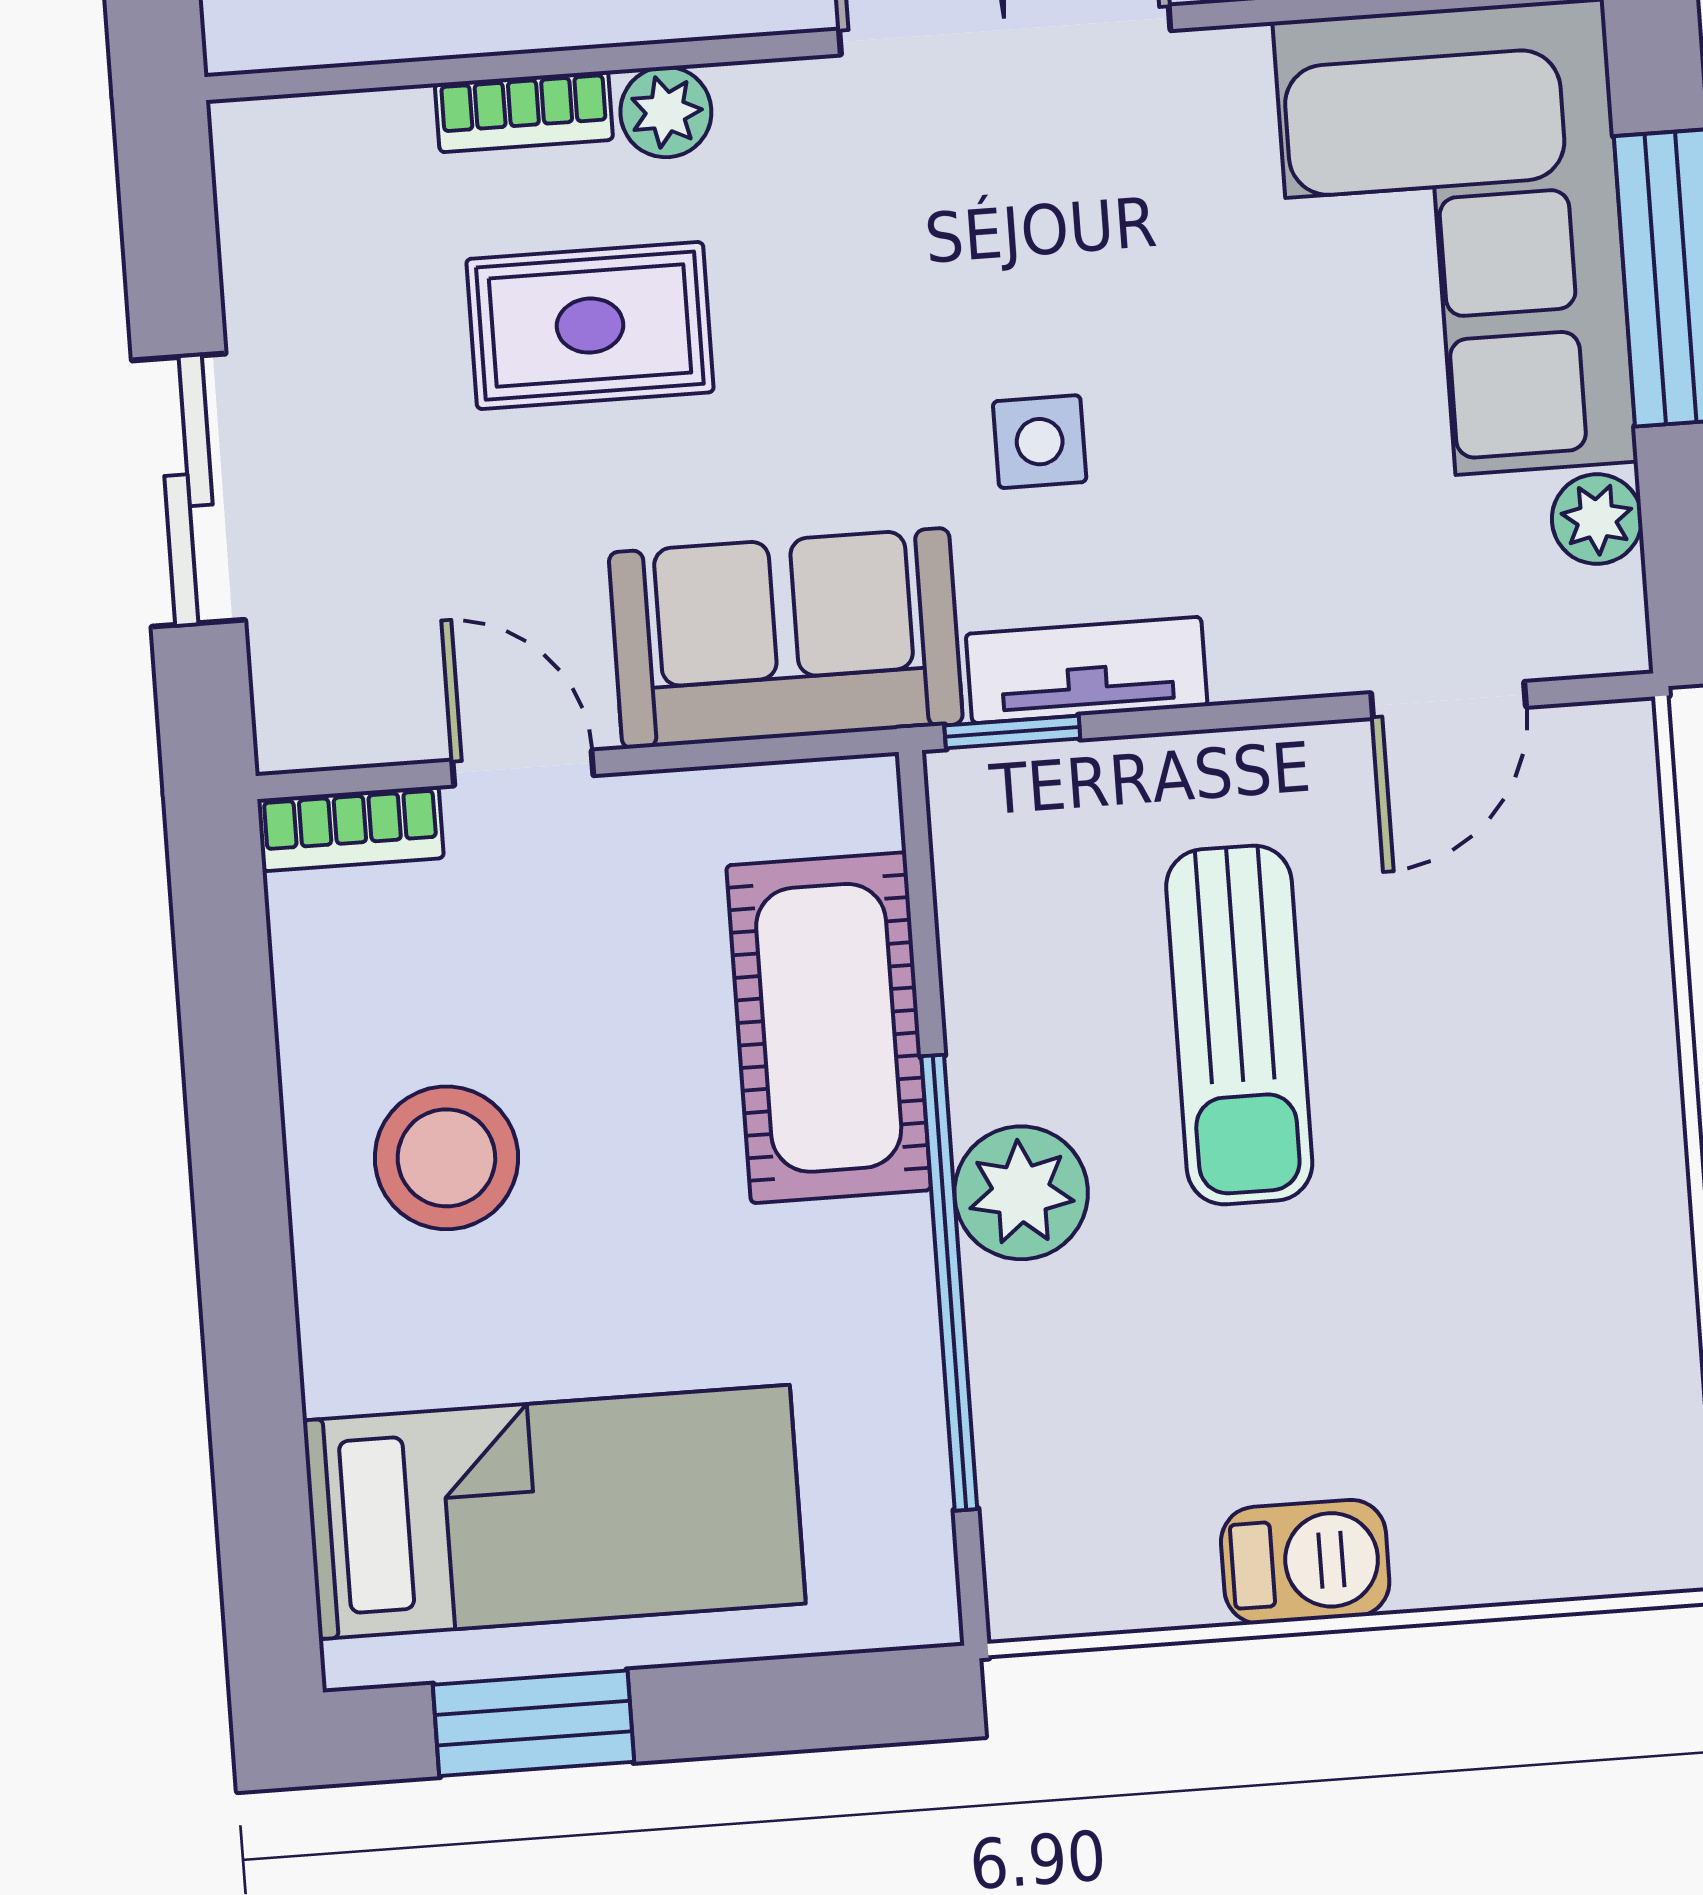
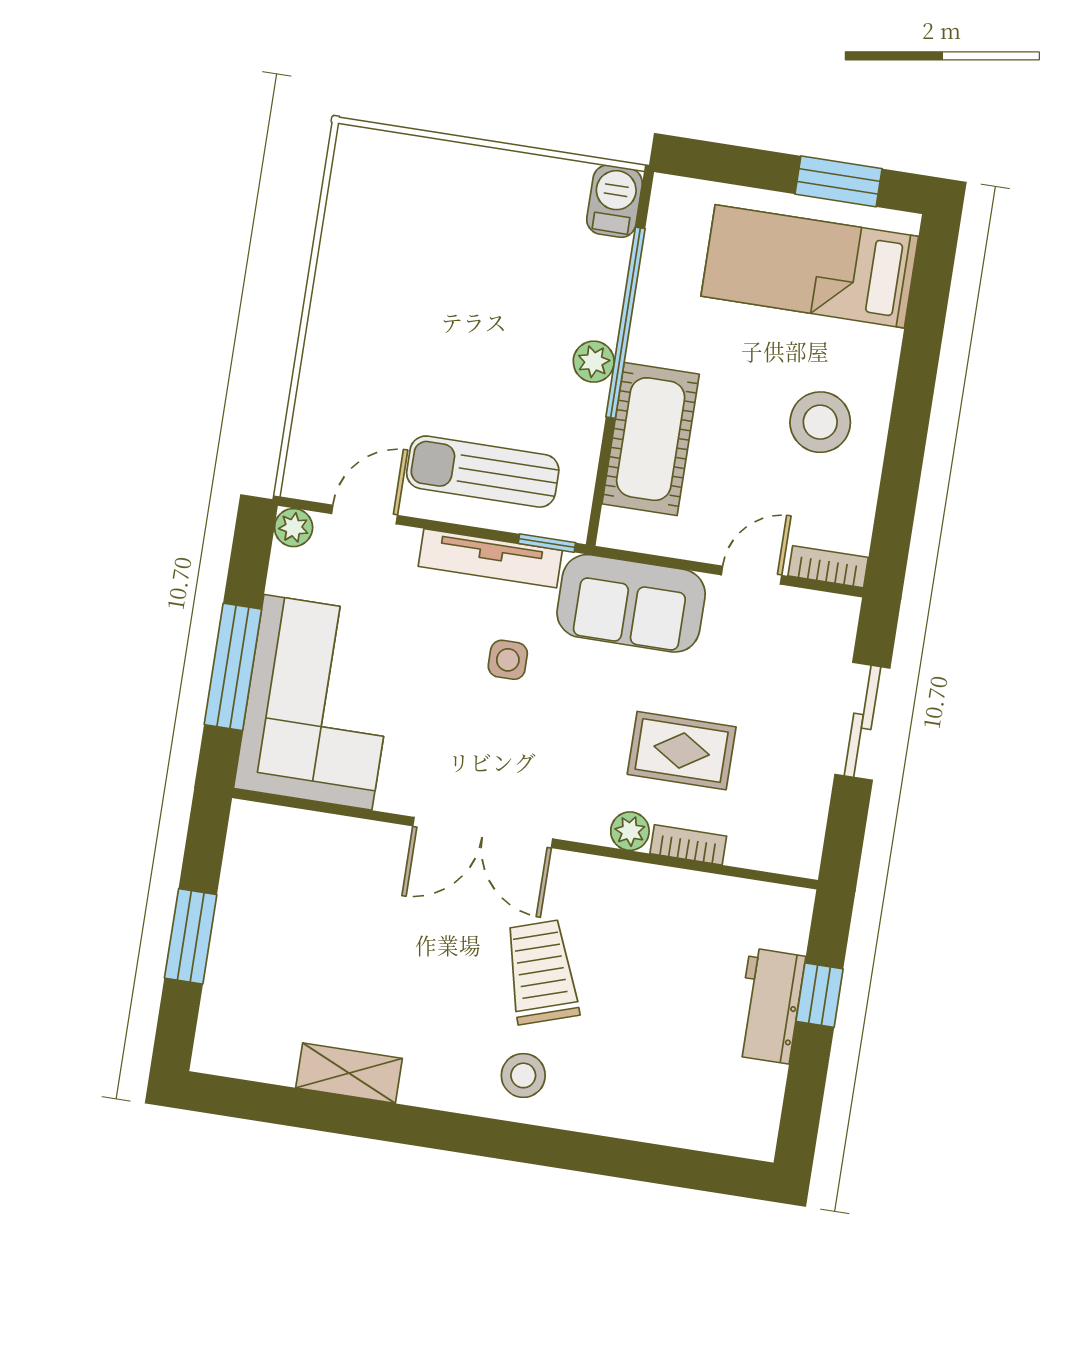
plant: (1597, 519) -> (294, 528), moved
tv unit: (1087, 670) -> (490, 558), width x1.41
door: (523, 768) -> (751, 575), swing flipped
sun lounger: (1239, 1025) -> (483, 472), moved, turned -90
plant: (1021, 1193) -> (594, 362), width x0.73, depth x0.73
barbecue: (1305, 1562) -> (614, 201), moved, turned 90

